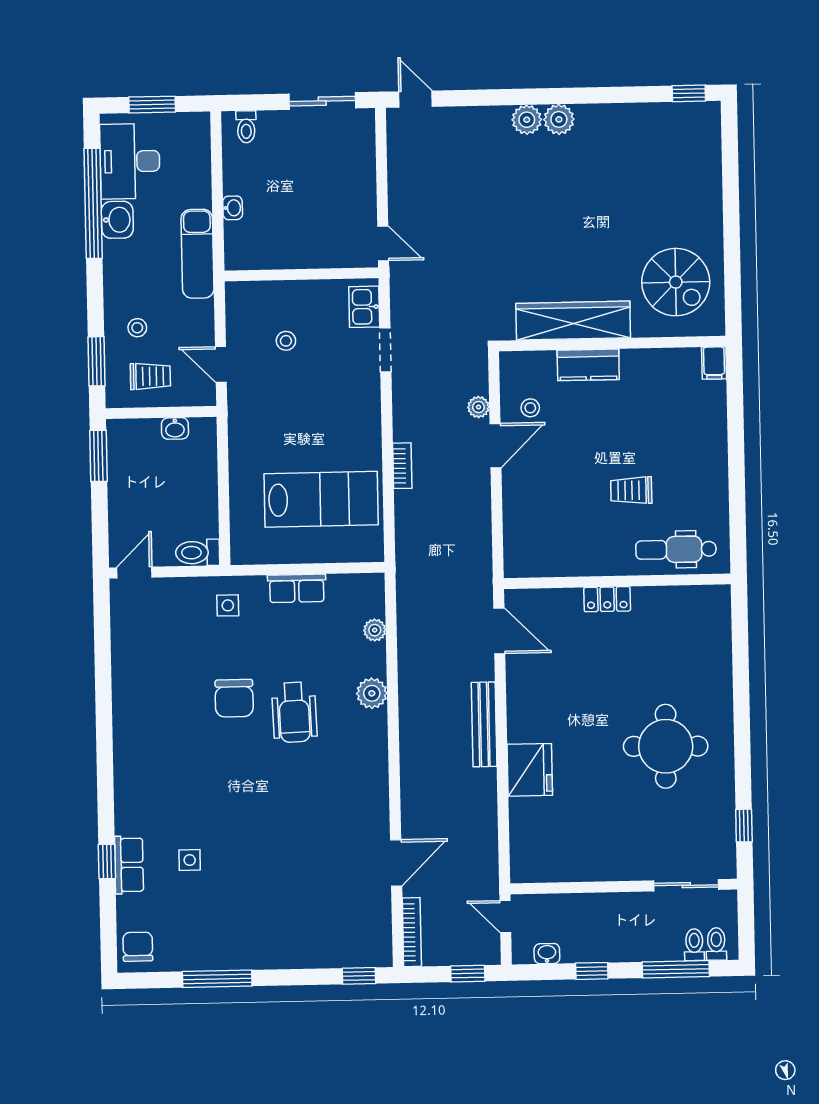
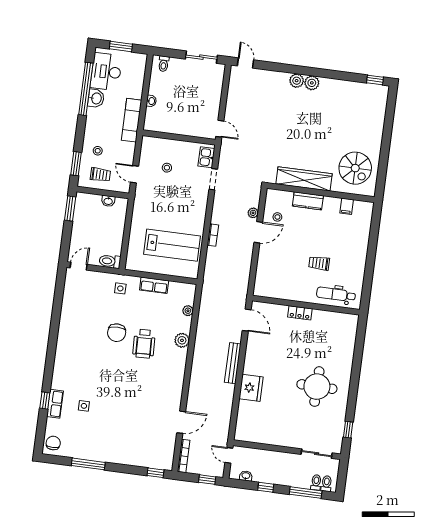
filing cabinet: (714, 363) -> (347, 206), moved

